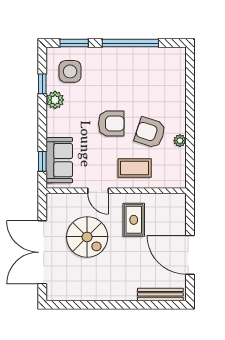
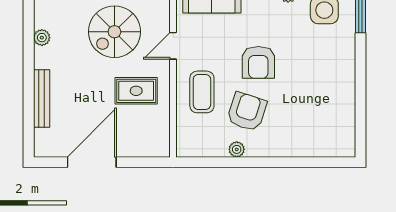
window: (130, 43) -> (360, 87), removed
plant: (92, 294) -> (42, 38), added
bench: (160, 294) -> (42, 99), moved

